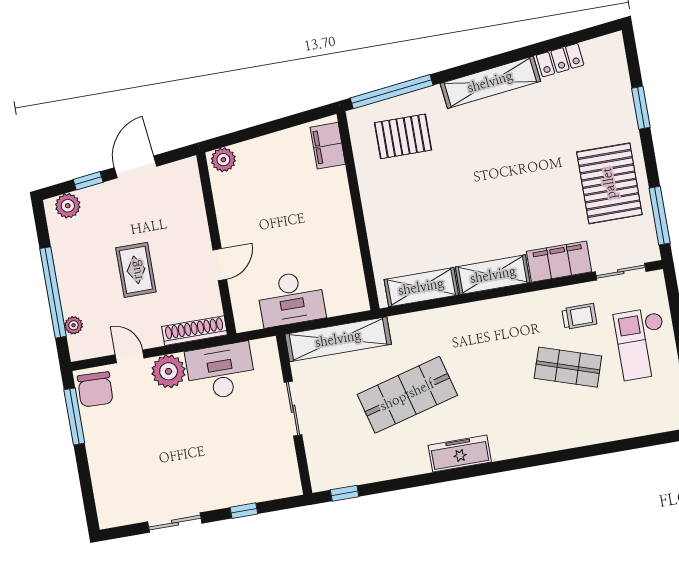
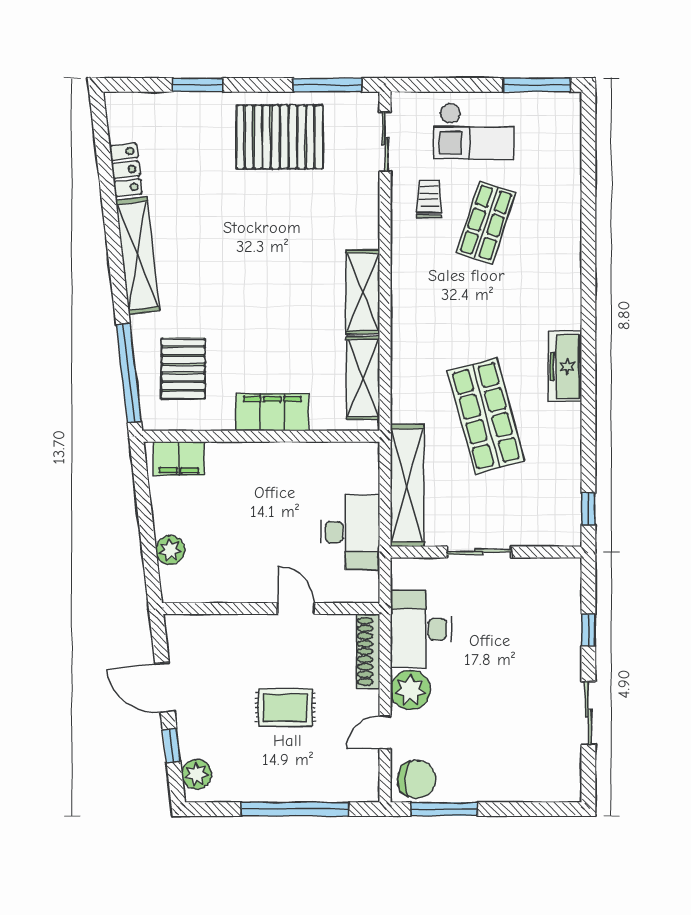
plant: (223, 160) -> (170, 550), moved
filing cabinet: (559, 262) -> (272, 412), moved, turned 90
plant: (73, 325) -> (337, 792), removed

